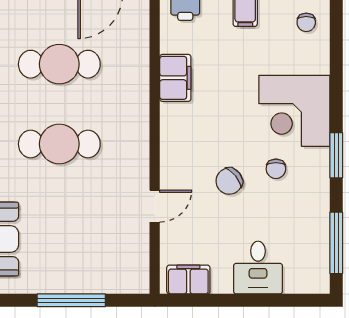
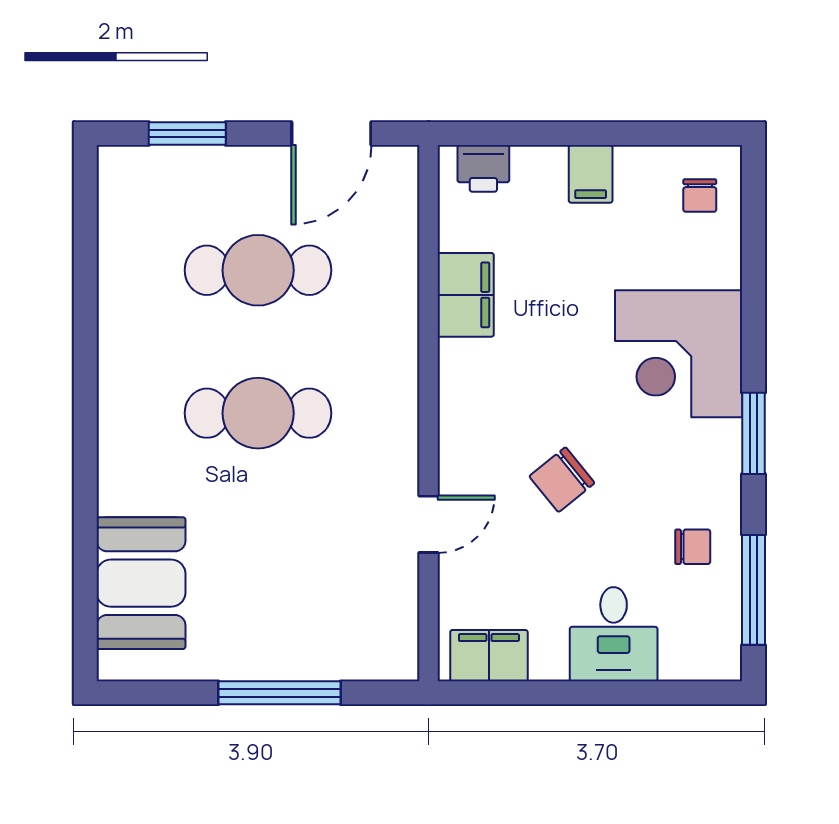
chair: (276, 169) -> (693, 547), moved, turned -90

